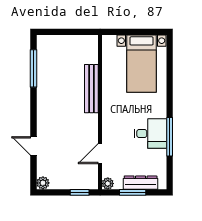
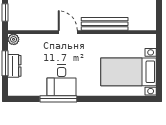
door: (100, 154) -> (68, 32), moved
dresser: (141, 183) -> (14, 66), width x0.70

